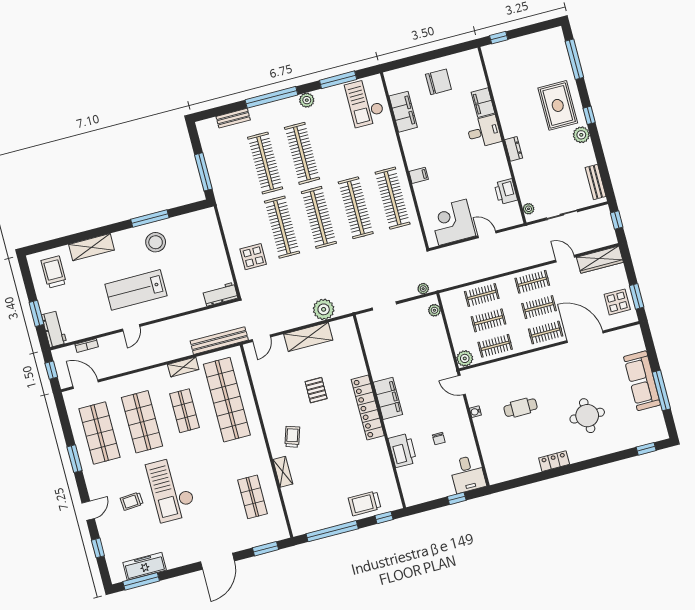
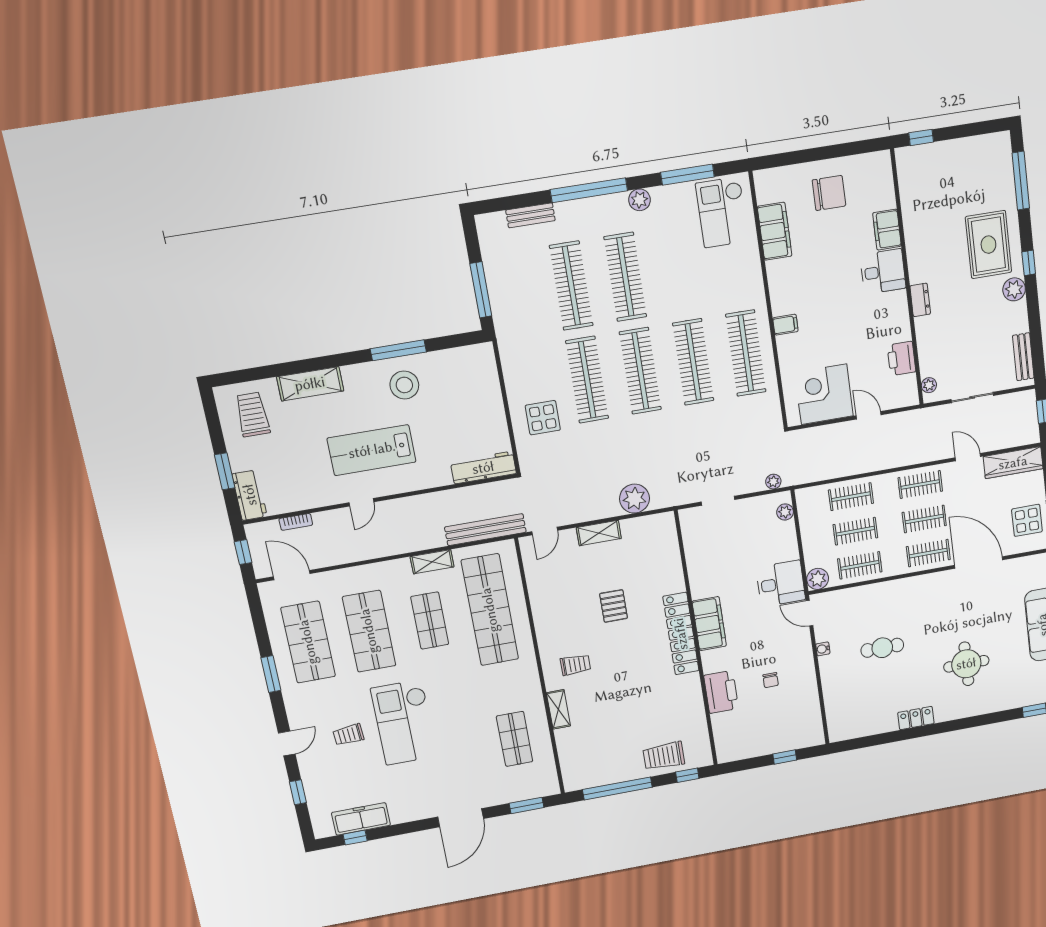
workbench: (220, 294) -> (483, 468), width x1.38
shelving: (308, 337) -> (599, 533), width x0.67, depth x0.75
trolley: (292, 437) -> (575, 665), turned 72
desk: (468, 474) -> (781, 584), moved, turned -90
window: (141, 581) -> (355, 838), width x0.46

